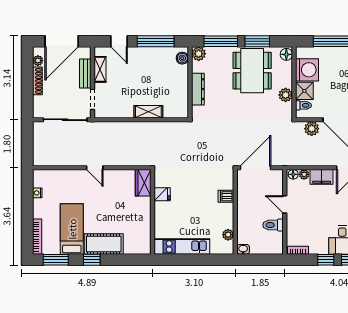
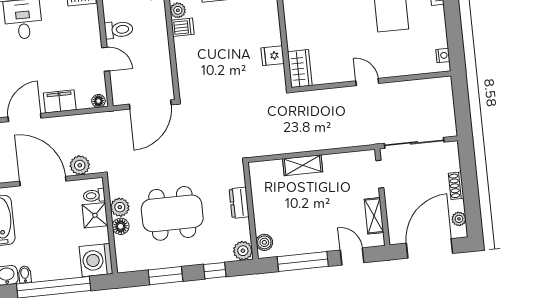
window: (221, 41) -> (215, 271), width x0.46
floor lamp: (286, 54) -> (121, 226), moved
washing machine: (307, 70) -> (96, 260), moved
dining table: (252, 71) -> (172, 213), moved, turned 90
bench: (85, 73) -> (393, 208), removed
shoe rack: (37, 81) -> (456, 186), width x0.70
dresser: (198, 89) -> (239, 203), width x0.70
plant: (304, 174) -> (84, 102), removed
nightstand: (37, 193) -> (443, 55), moved
dishwasher: (226, 196) -> (183, 27), moved

